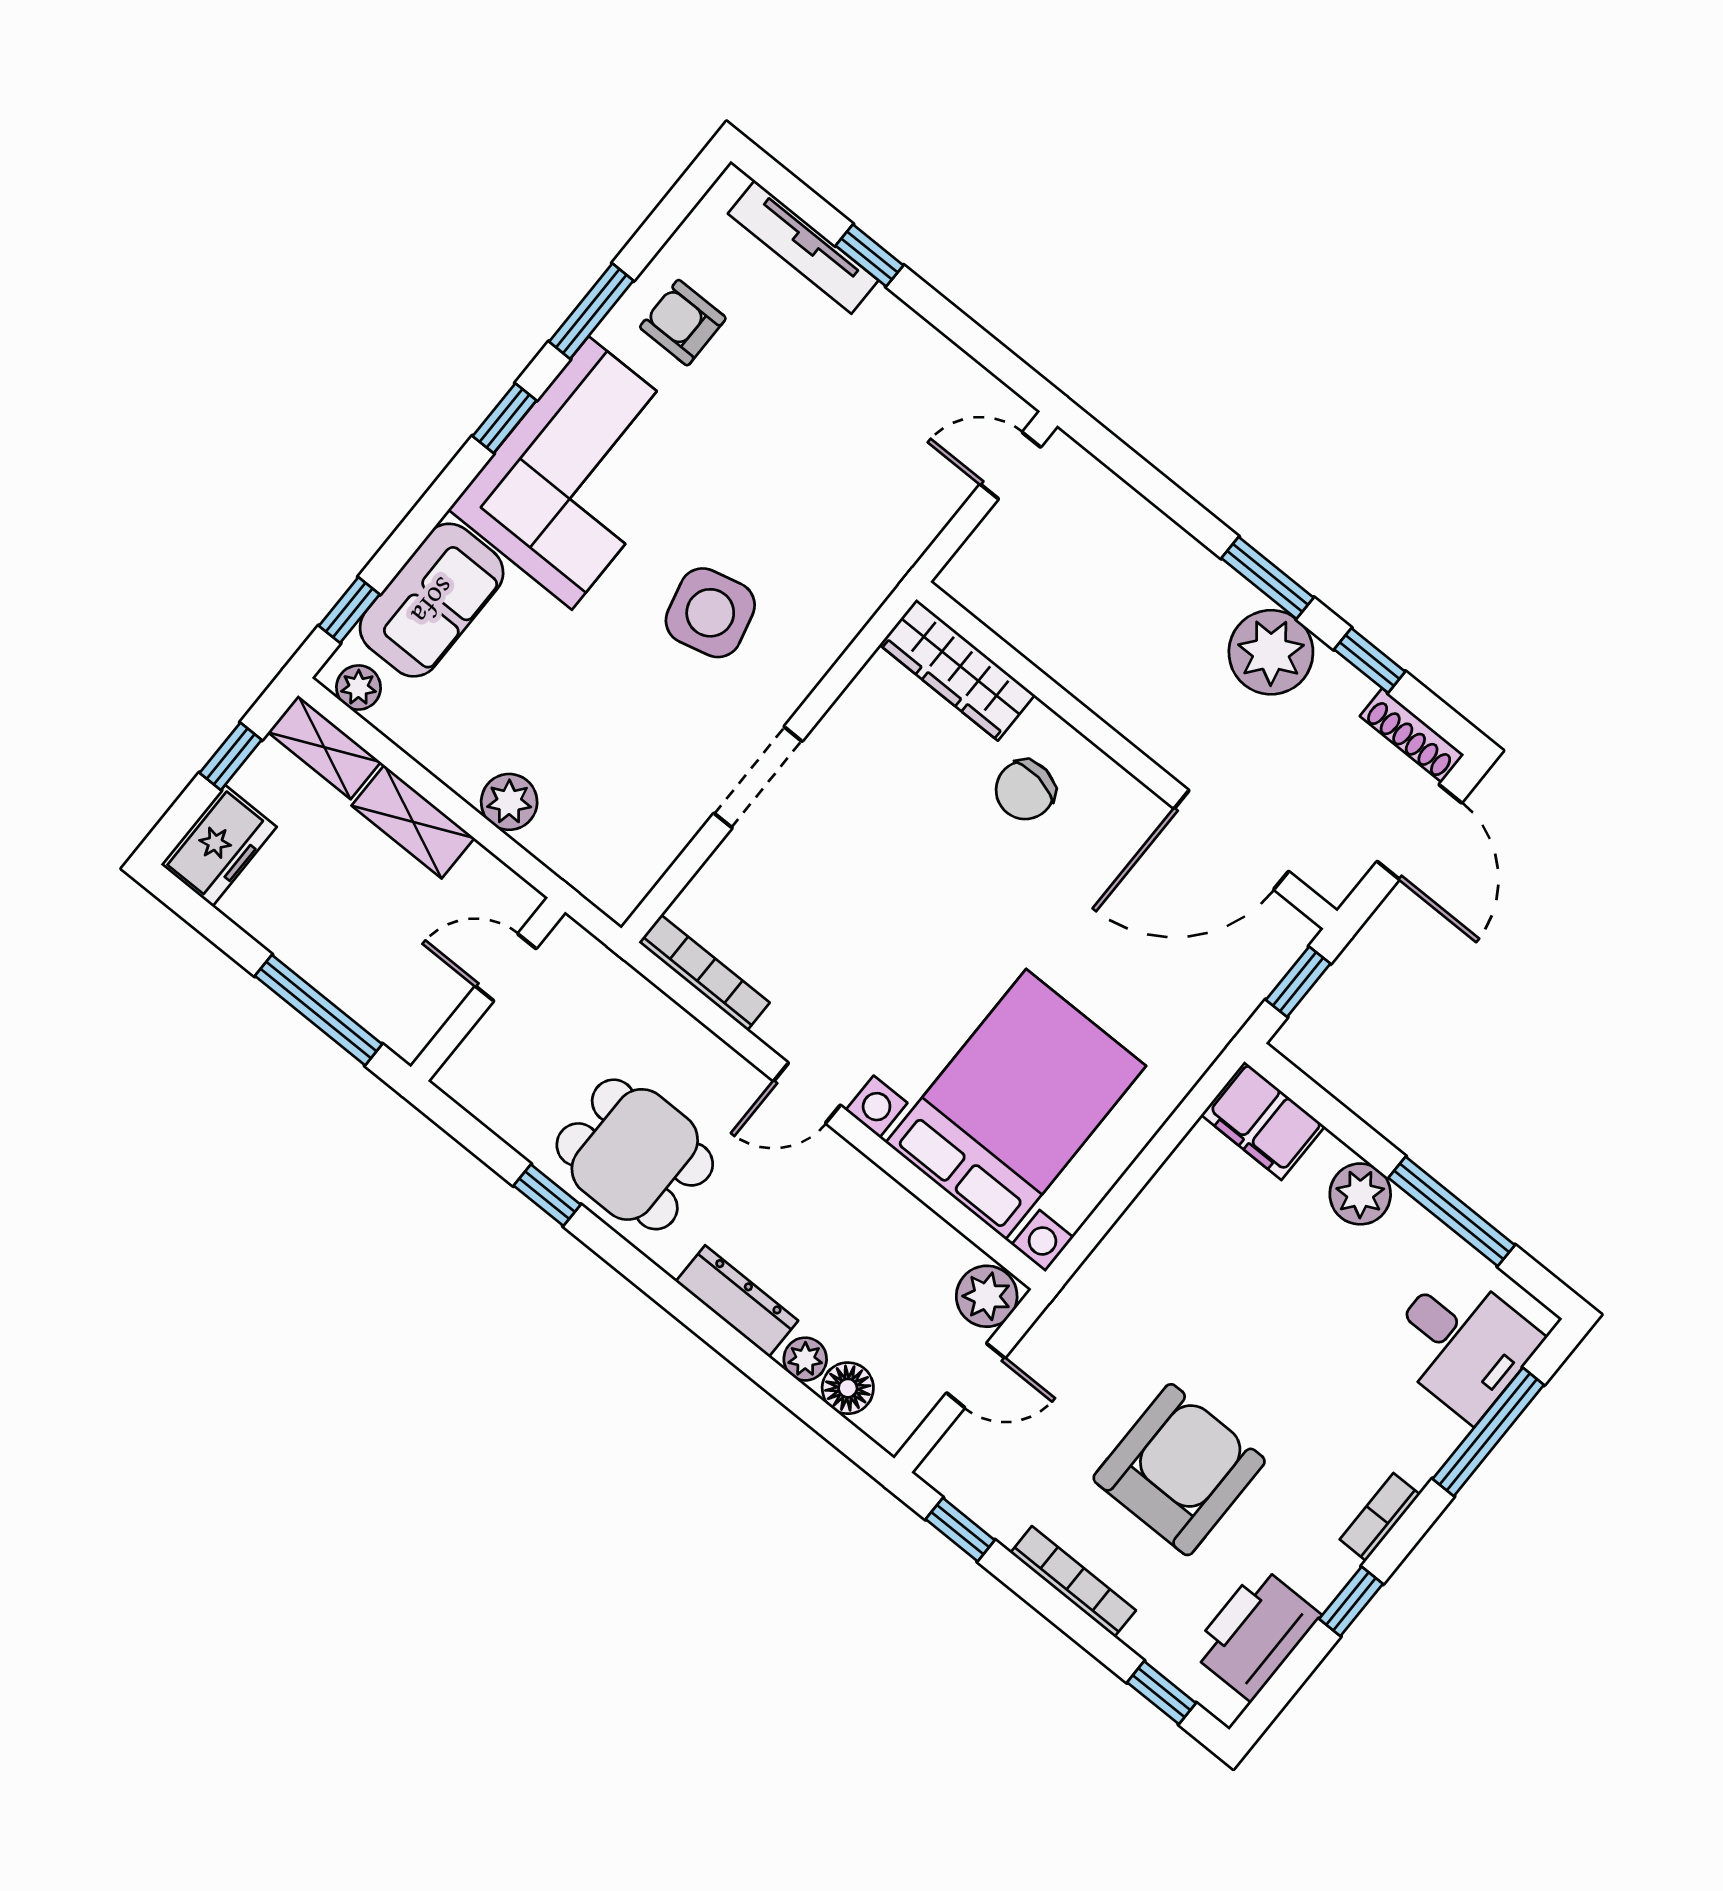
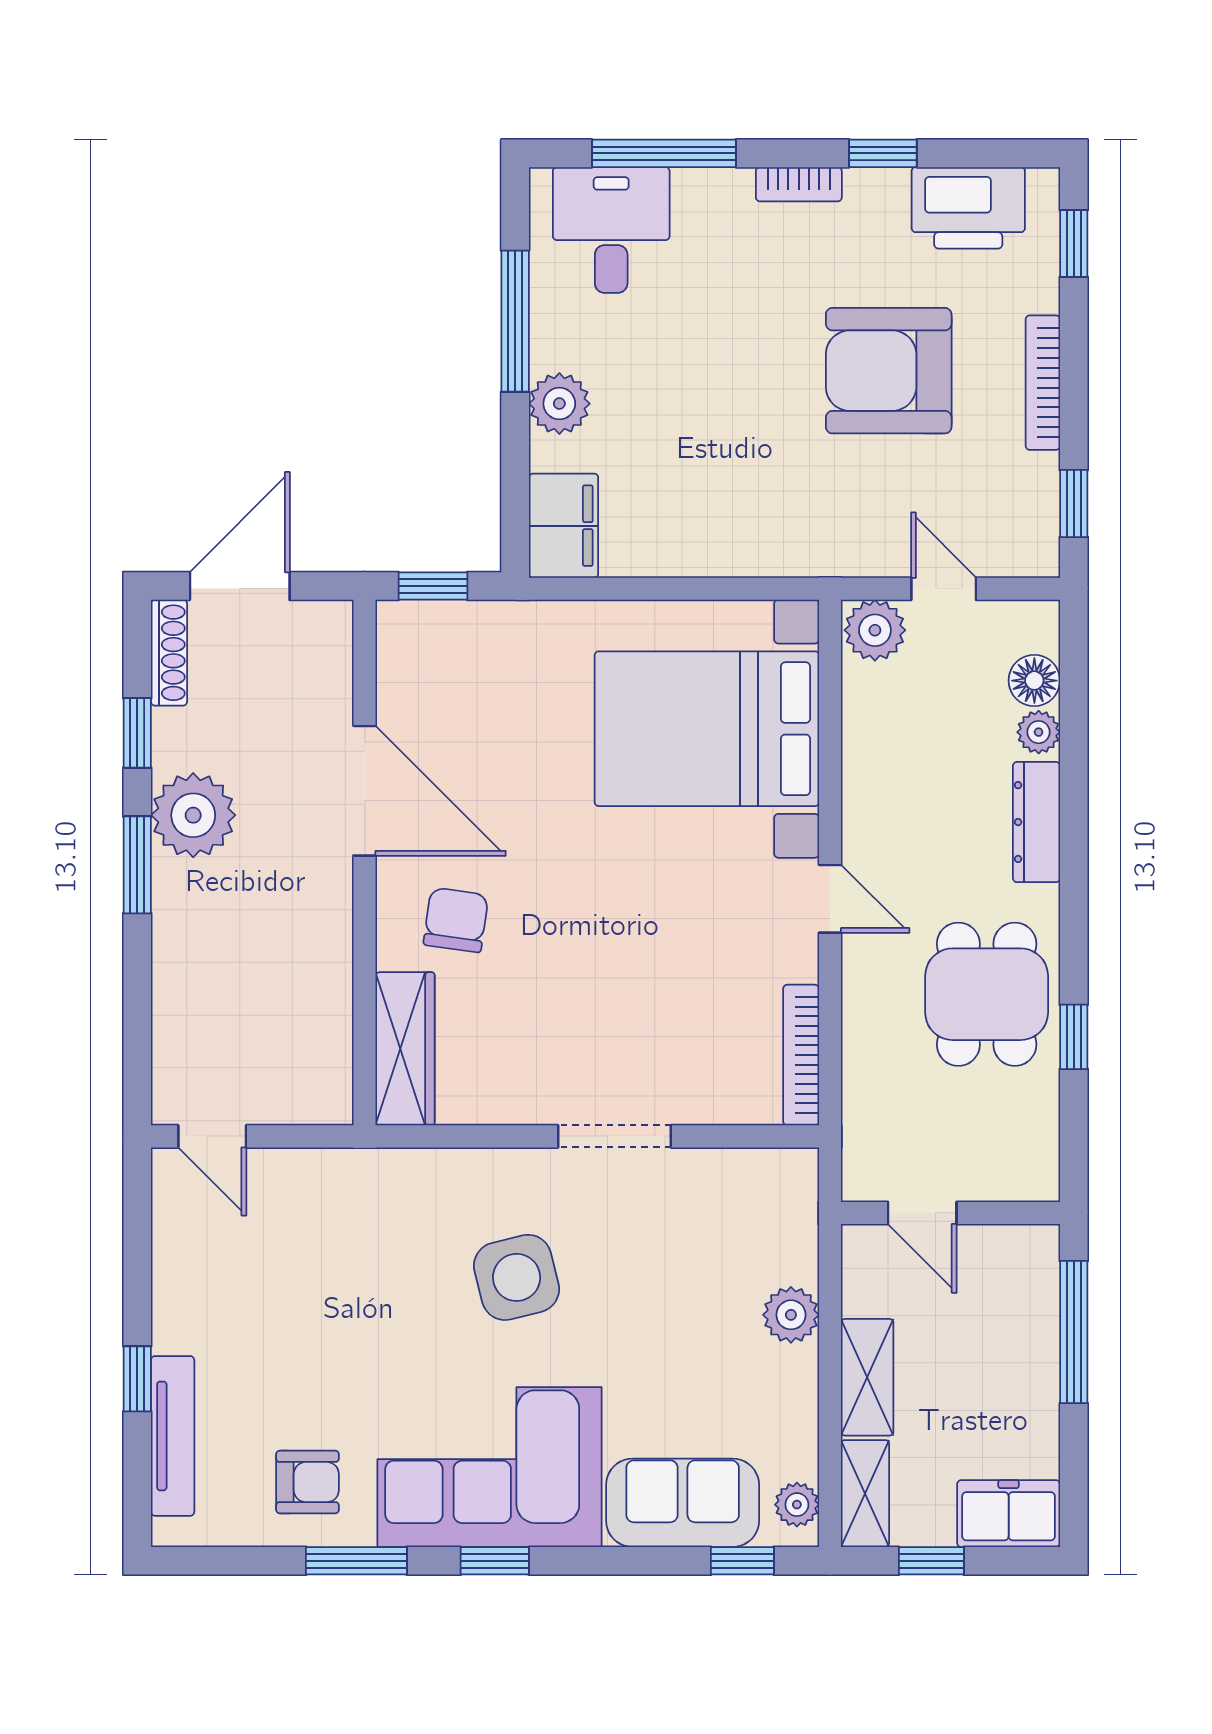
armchair: (683, 323) -> (308, 1482), turned -90
chair: (1025, 790) -> (456, 920), turned -90
door: (1231, 840) -> (365, 791), moved

